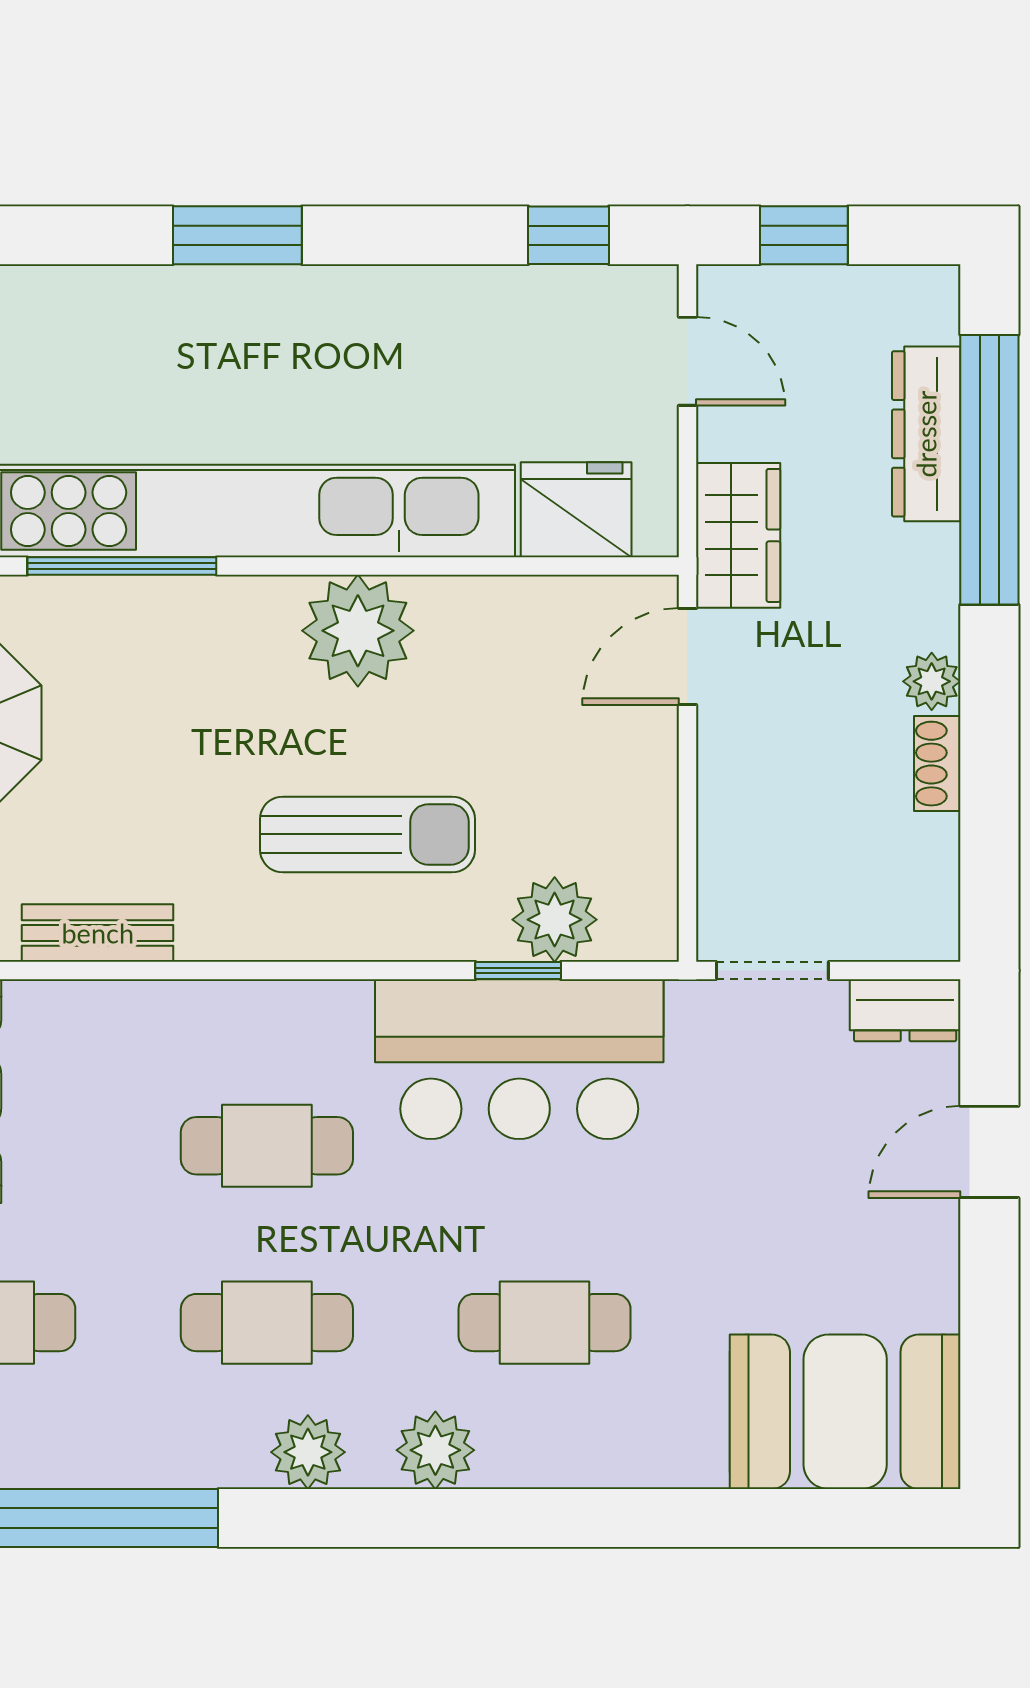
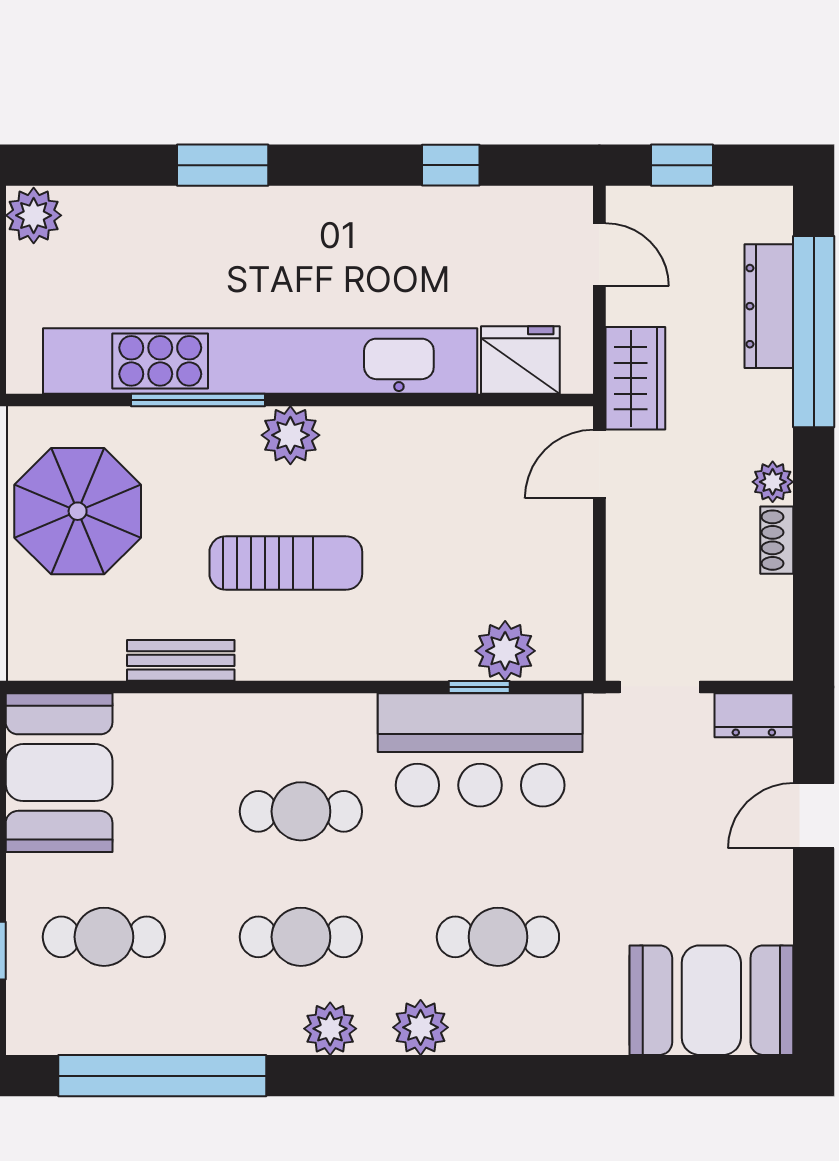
window: (237, 235) -> (223, 165), moved
window: (569, 235) -> (451, 165), moved
plant: (358, 631) -> (290, 435), moved, width x0.73, depth x0.73
sun lounger: (367, 834) -> (286, 563), moved

